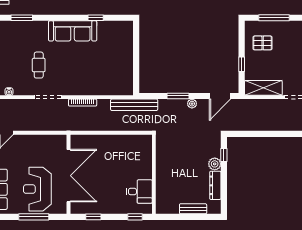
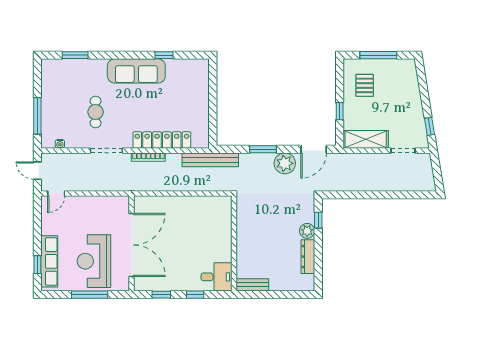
pallet: (263, 43) -> (365, 85), turned 90
locker: (94, 88) -> (162, 140), added
plant: (192, 104) -> (285, 163), width x1.88, depth x1.88
desk: (139, 191) -> (217, 277), moved
bench: (193, 209) -> (252, 285), moved
window: (135, 217) -> (195, 295), moved

